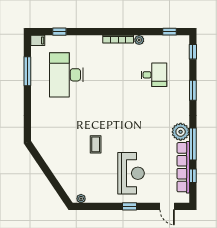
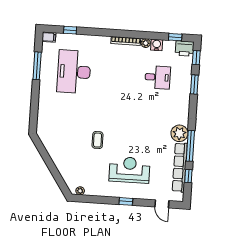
water cooler: (151, 41) -> (157, 45), added
printer: (180, 43) -> (185, 48), added
window: (193, 90) -> (194, 84), moved
reception desk: (131, 173) -> (130, 170), turned -90

